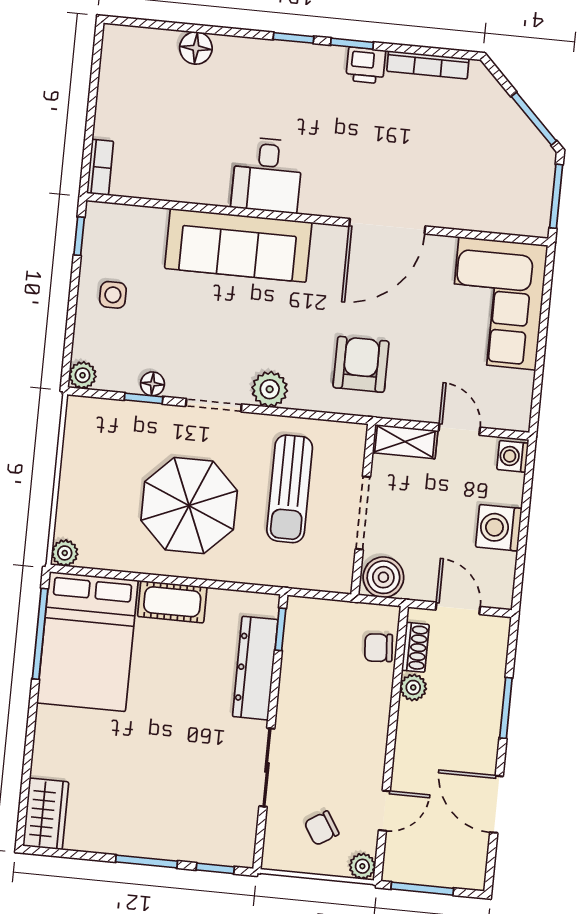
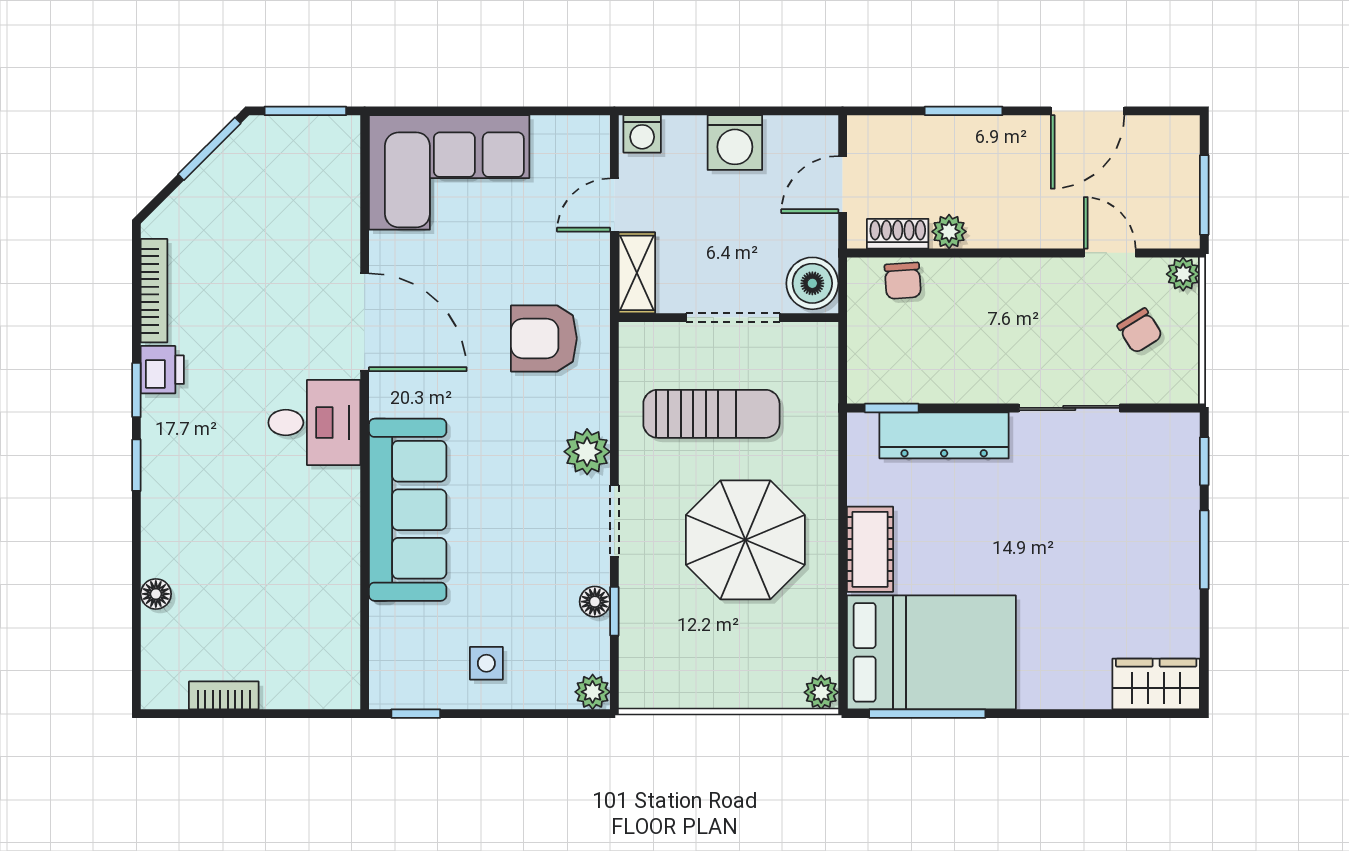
floor lamp: (196, 48) -> (156, 594), width x0.73, depth x0.73
bookcase: (100, 167) -> (224, 695), moved
desk: (267, 175) -> (314, 423), moved

